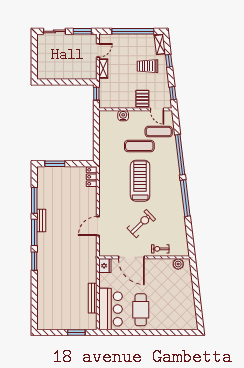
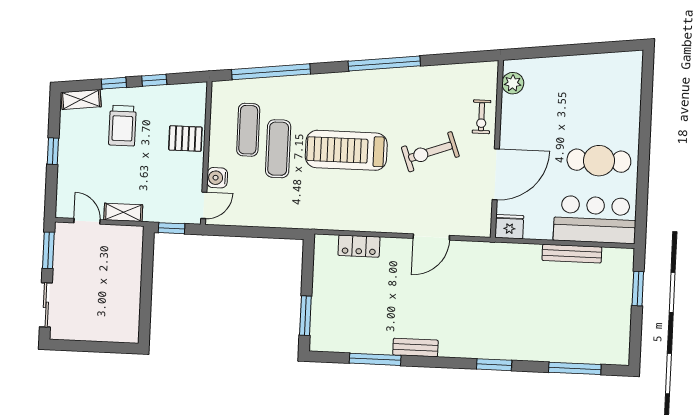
window: (133, 31) -> (53, 151), width x0.32
window: (173, 93) -> (154, 80), moved
door: (157, 109) -> (204, 205), moved
exercise mat: (159, 132) -> (248, 130), moved
window: (180, 155) -> (271, 72), moved
locker: (92, 177) -> (359, 246), moved
exercise bike: (141, 224) -> (430, 152), turned -66
door: (98, 226) -> (431, 237), hinge flipped
window: (34, 232) -> (575, 368), moved

